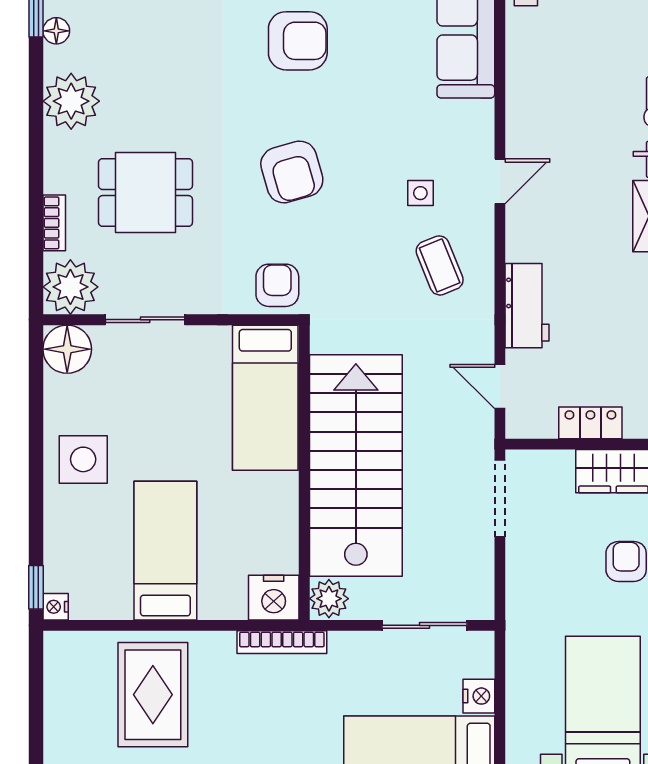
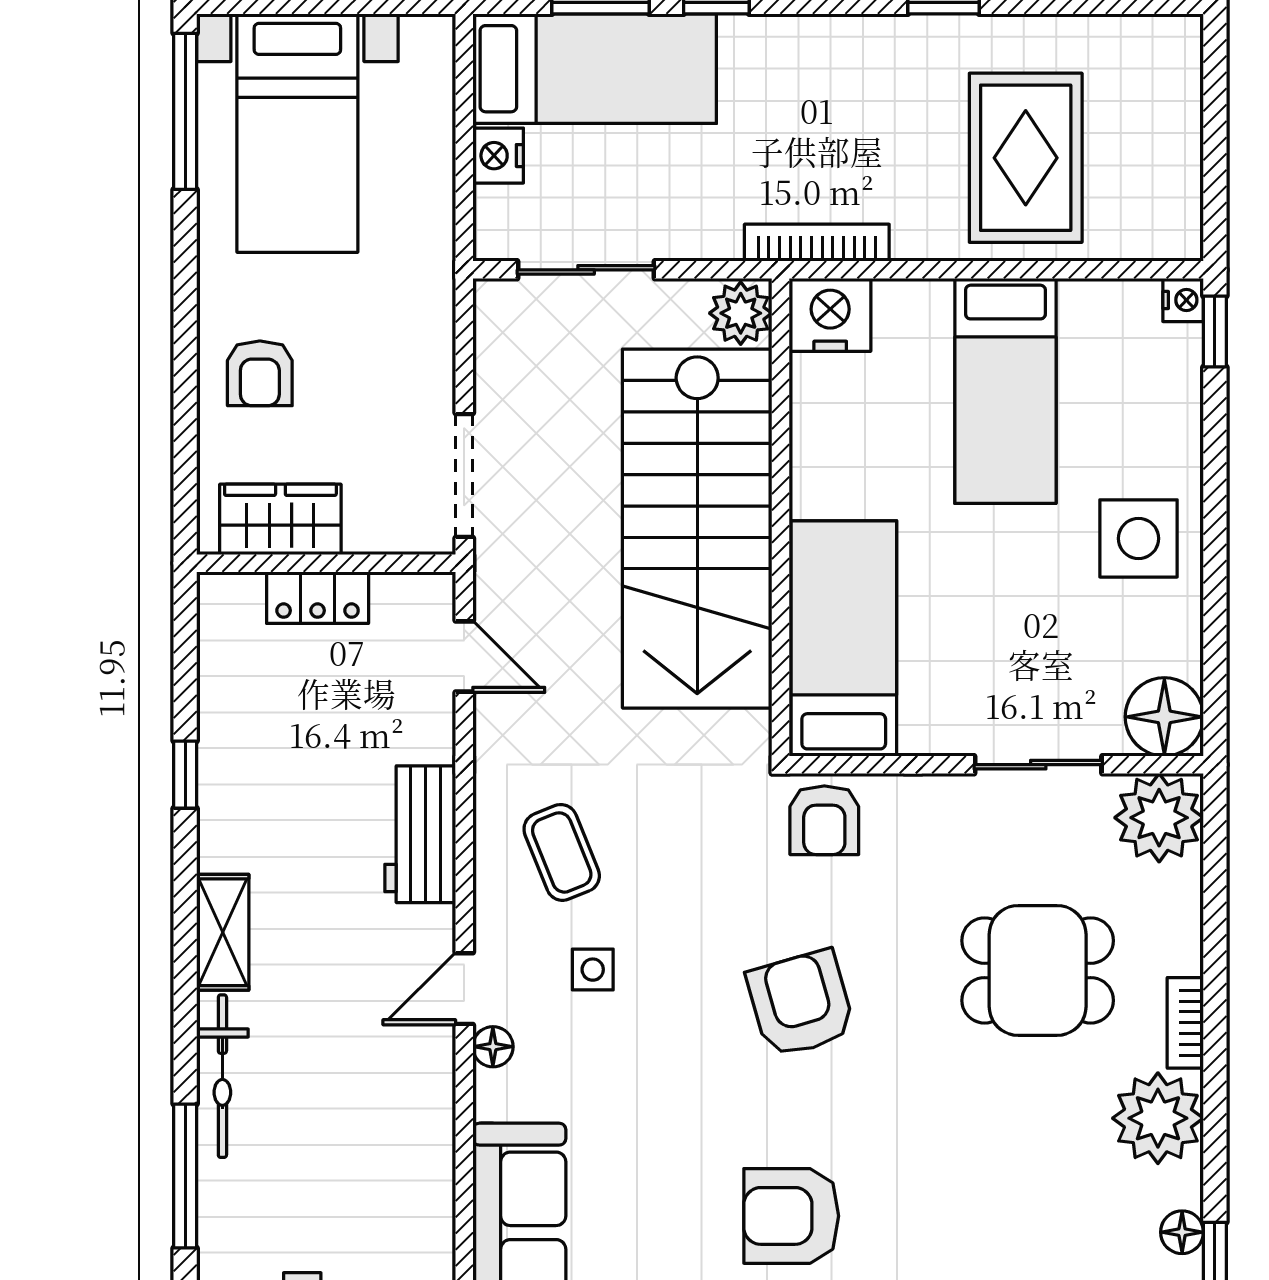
floor lamp: (482, 145) -> (493, 1047), added
bookcase: (54, 223) -> (1185, 1023), moved
workbench: (527, 306) -> (420, 834), moved

